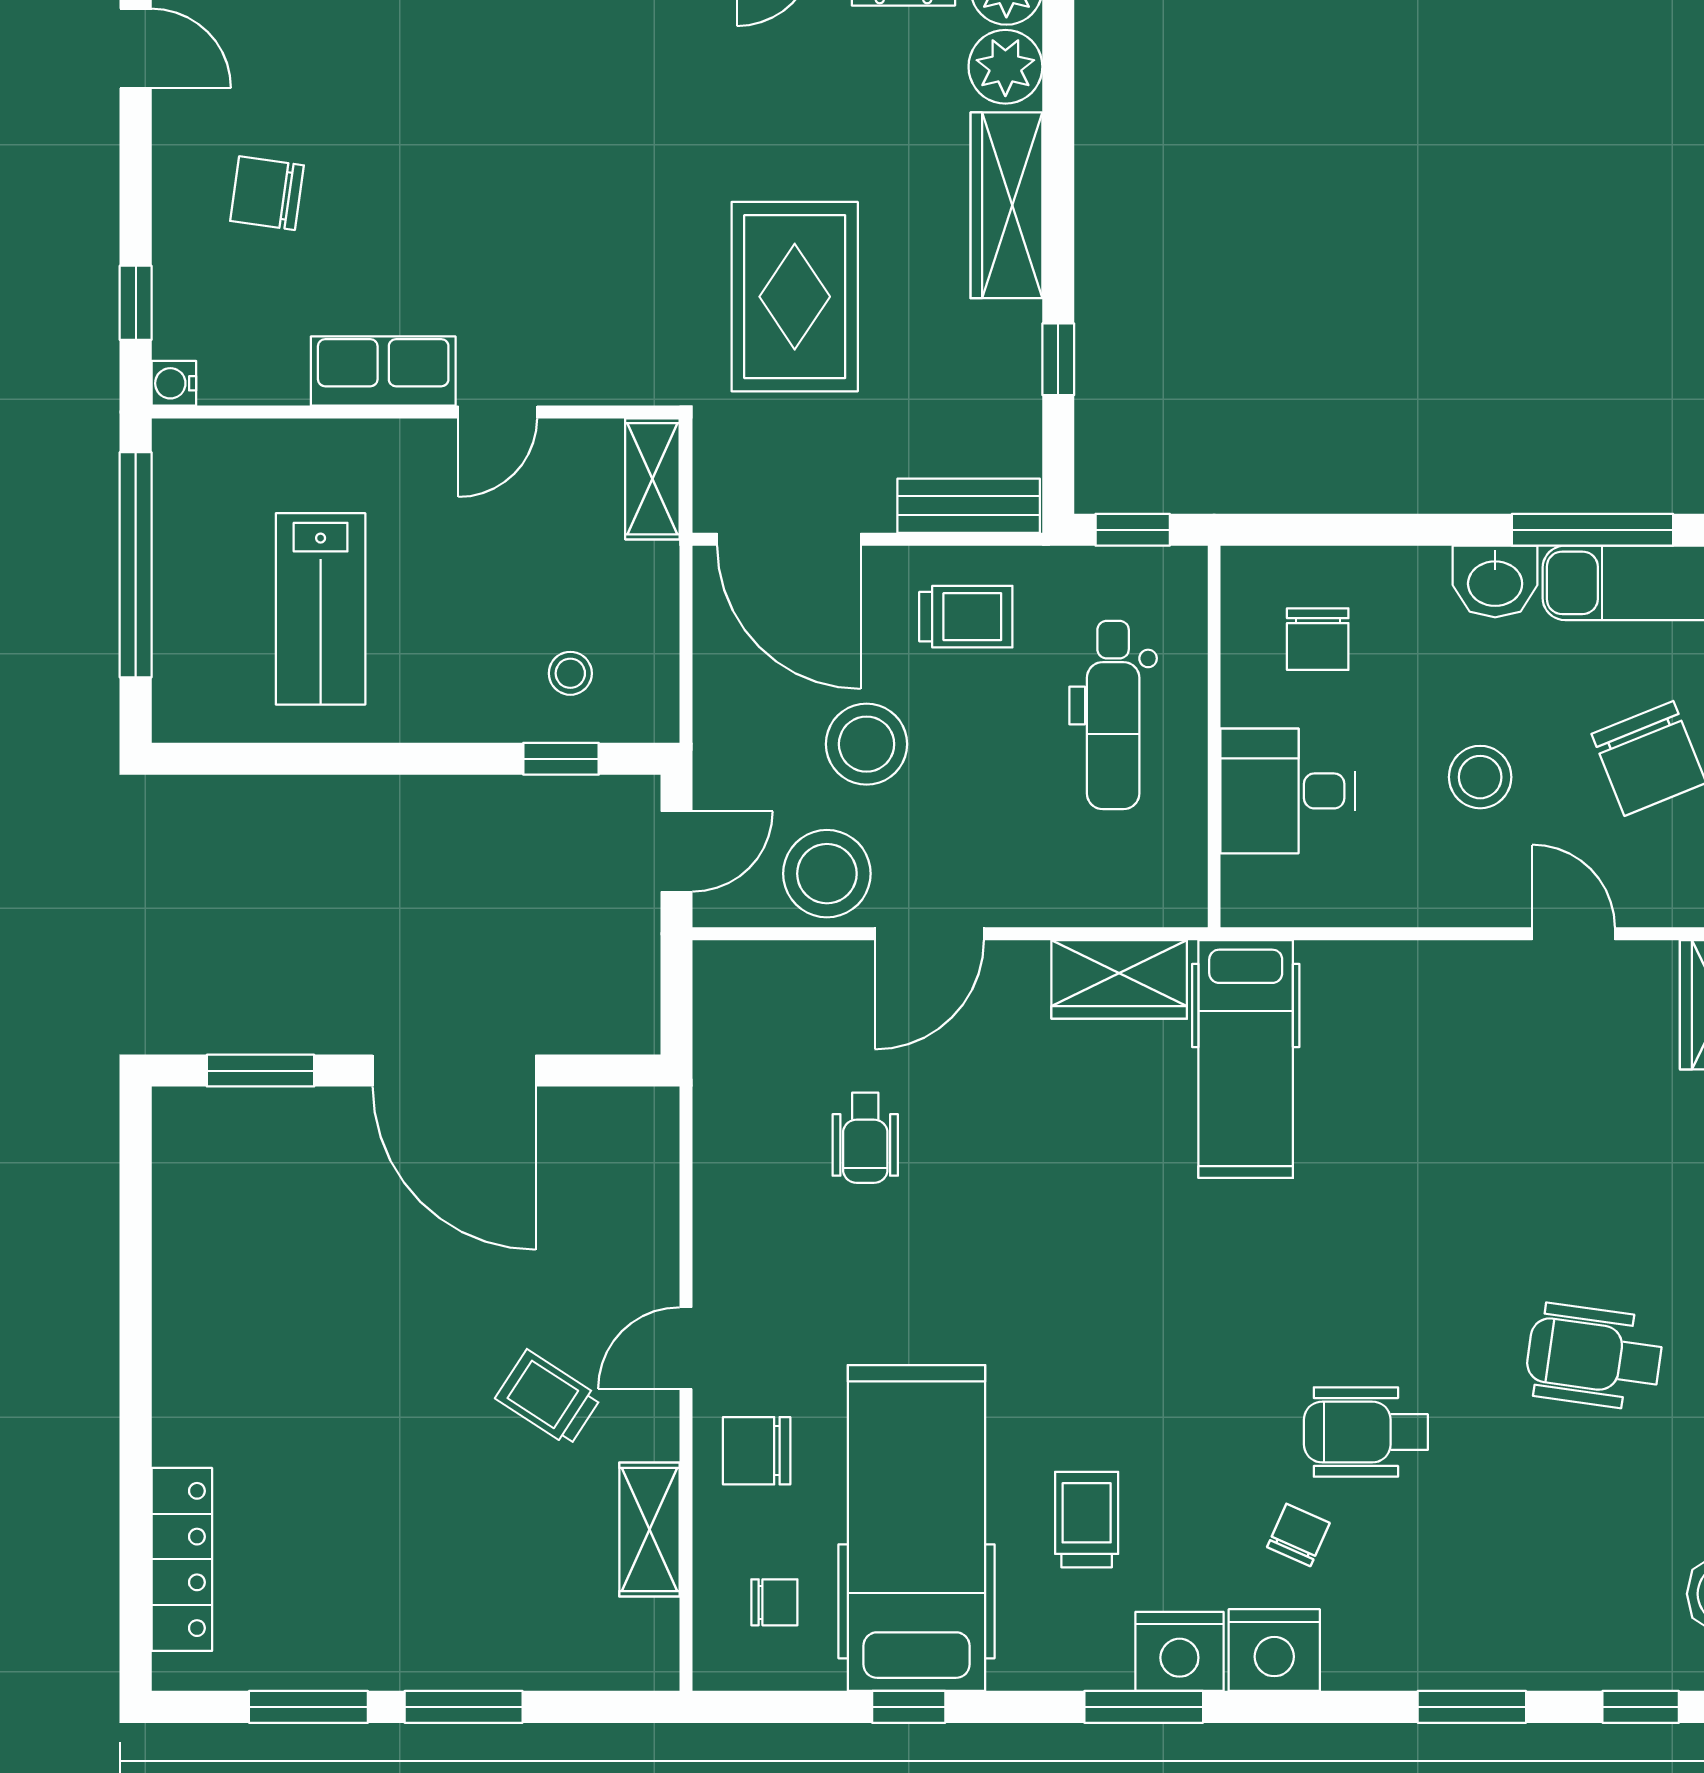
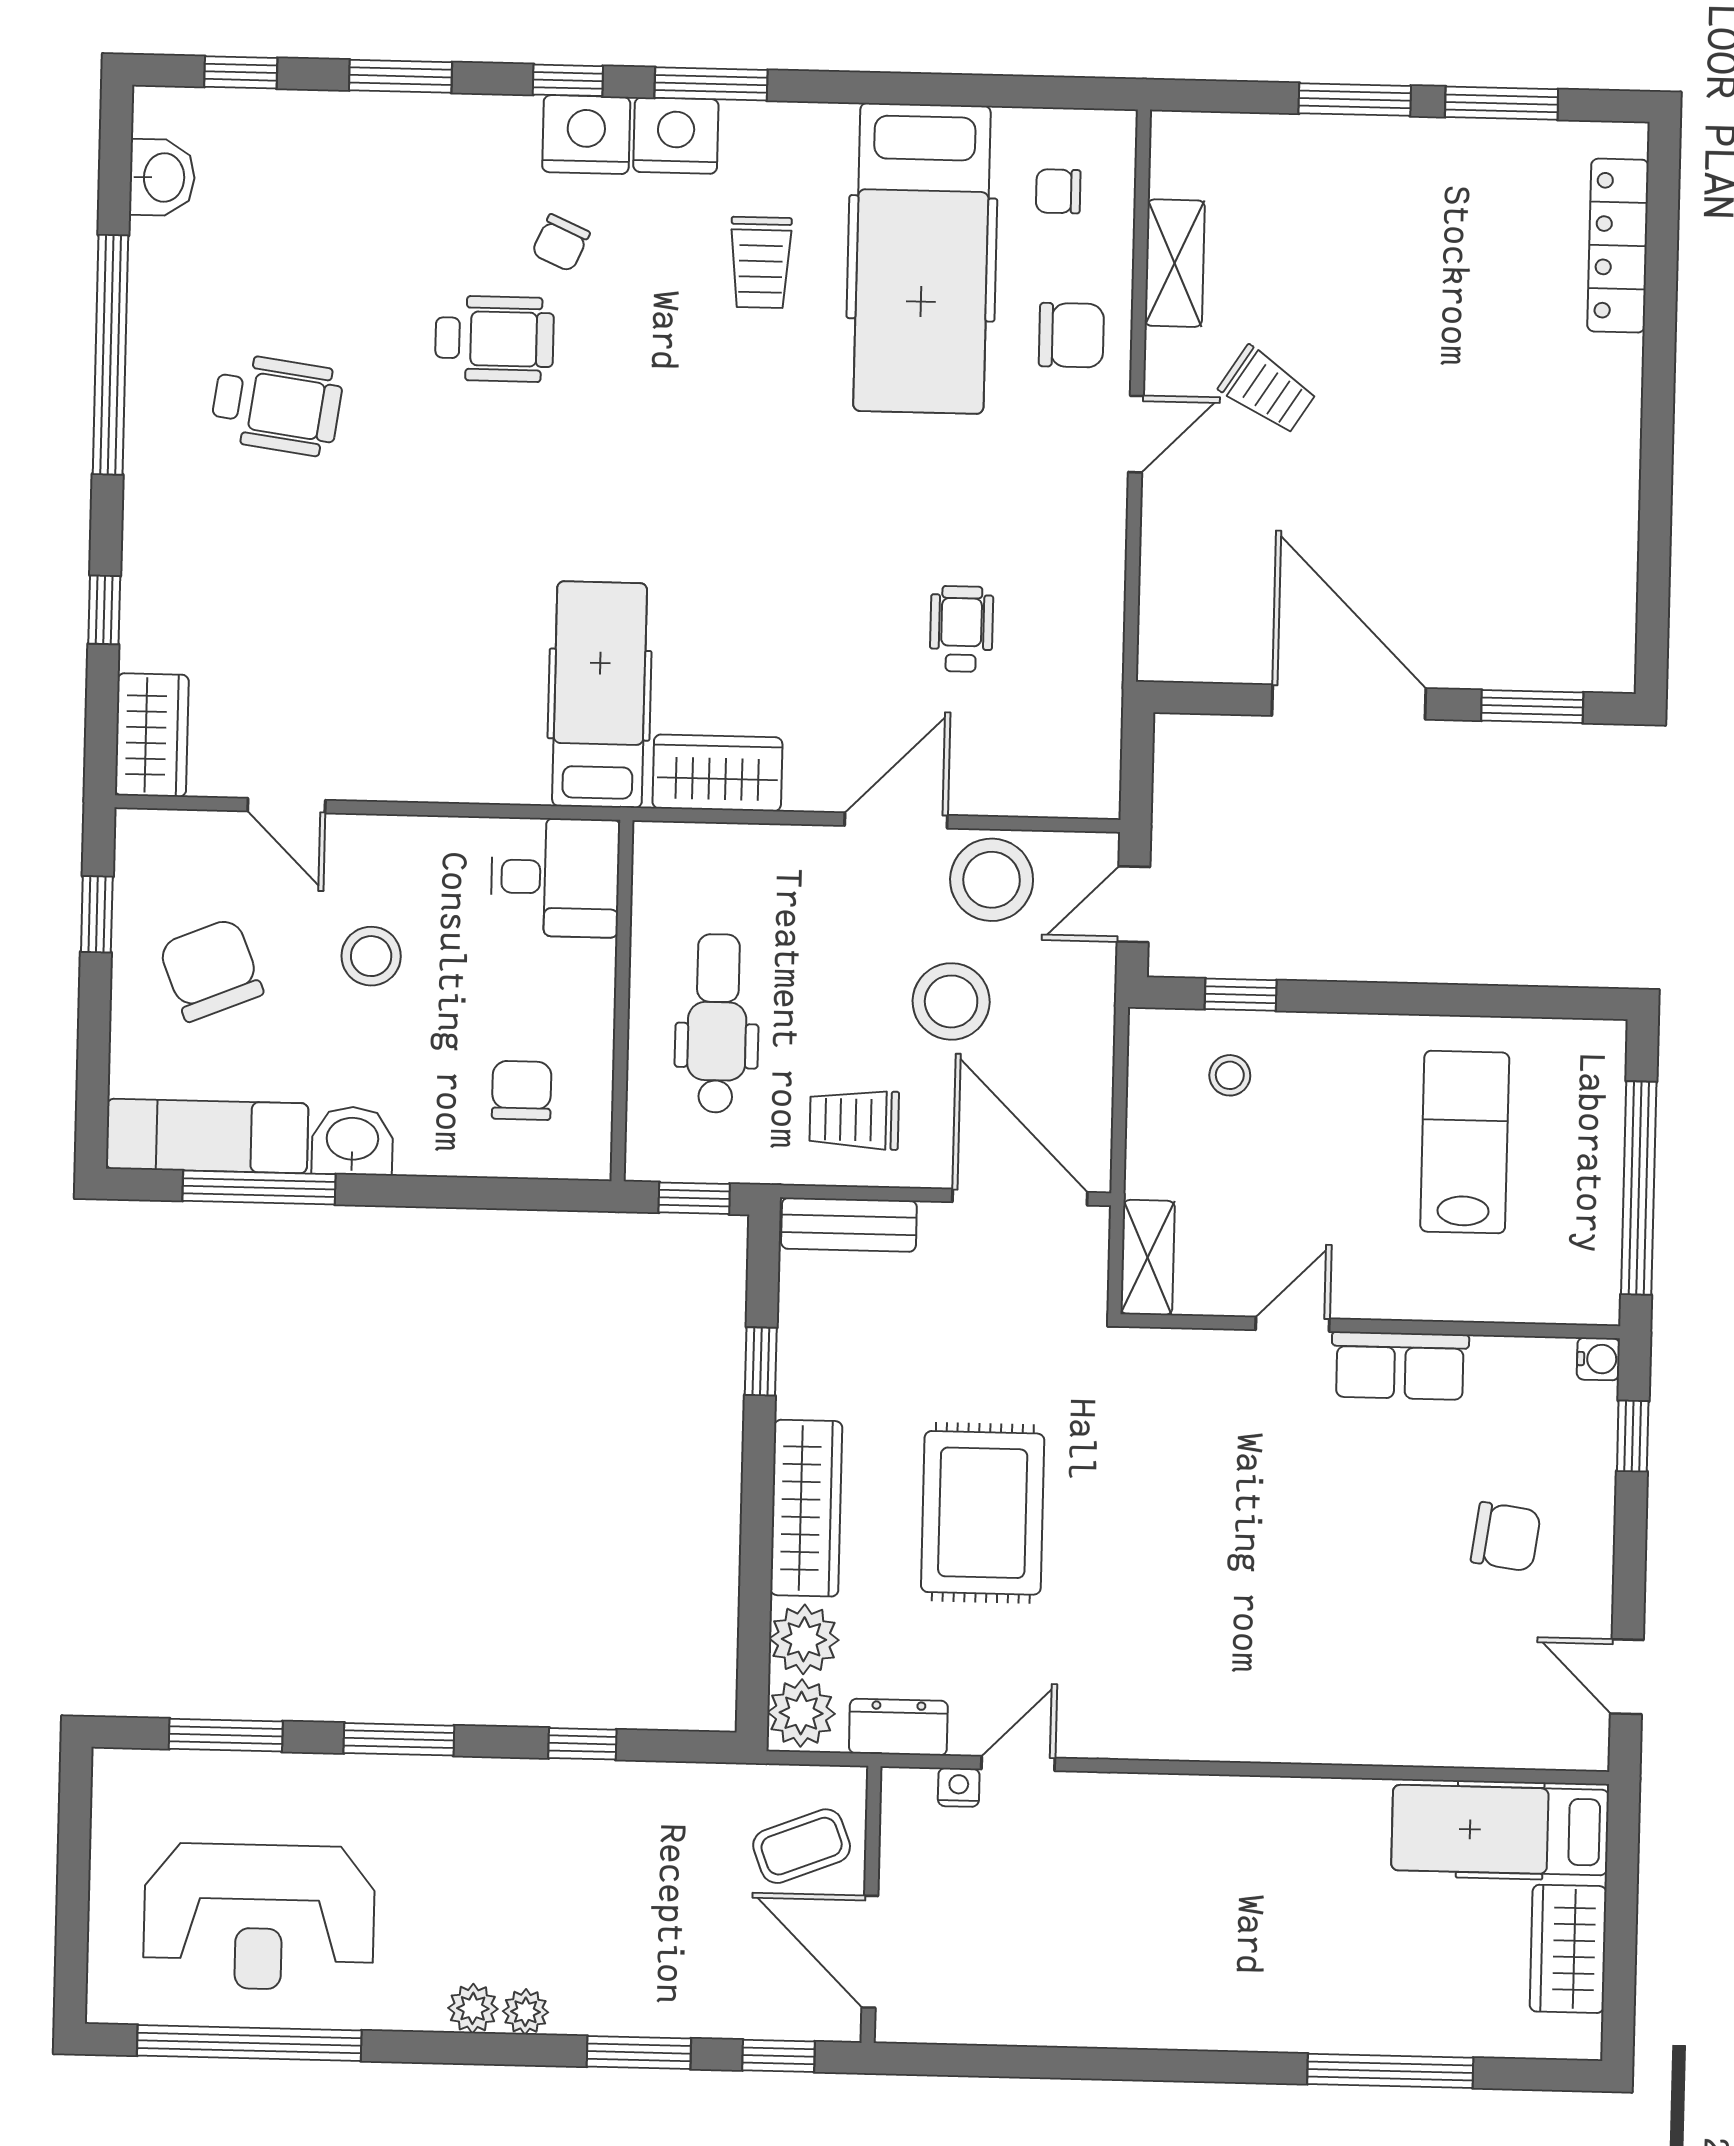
rug: (795, 297) -> (983, 1513), moved
desk: (1288, 791) -> (555, 877), moved
window: (909, 1707) -> (568, 80), moved

